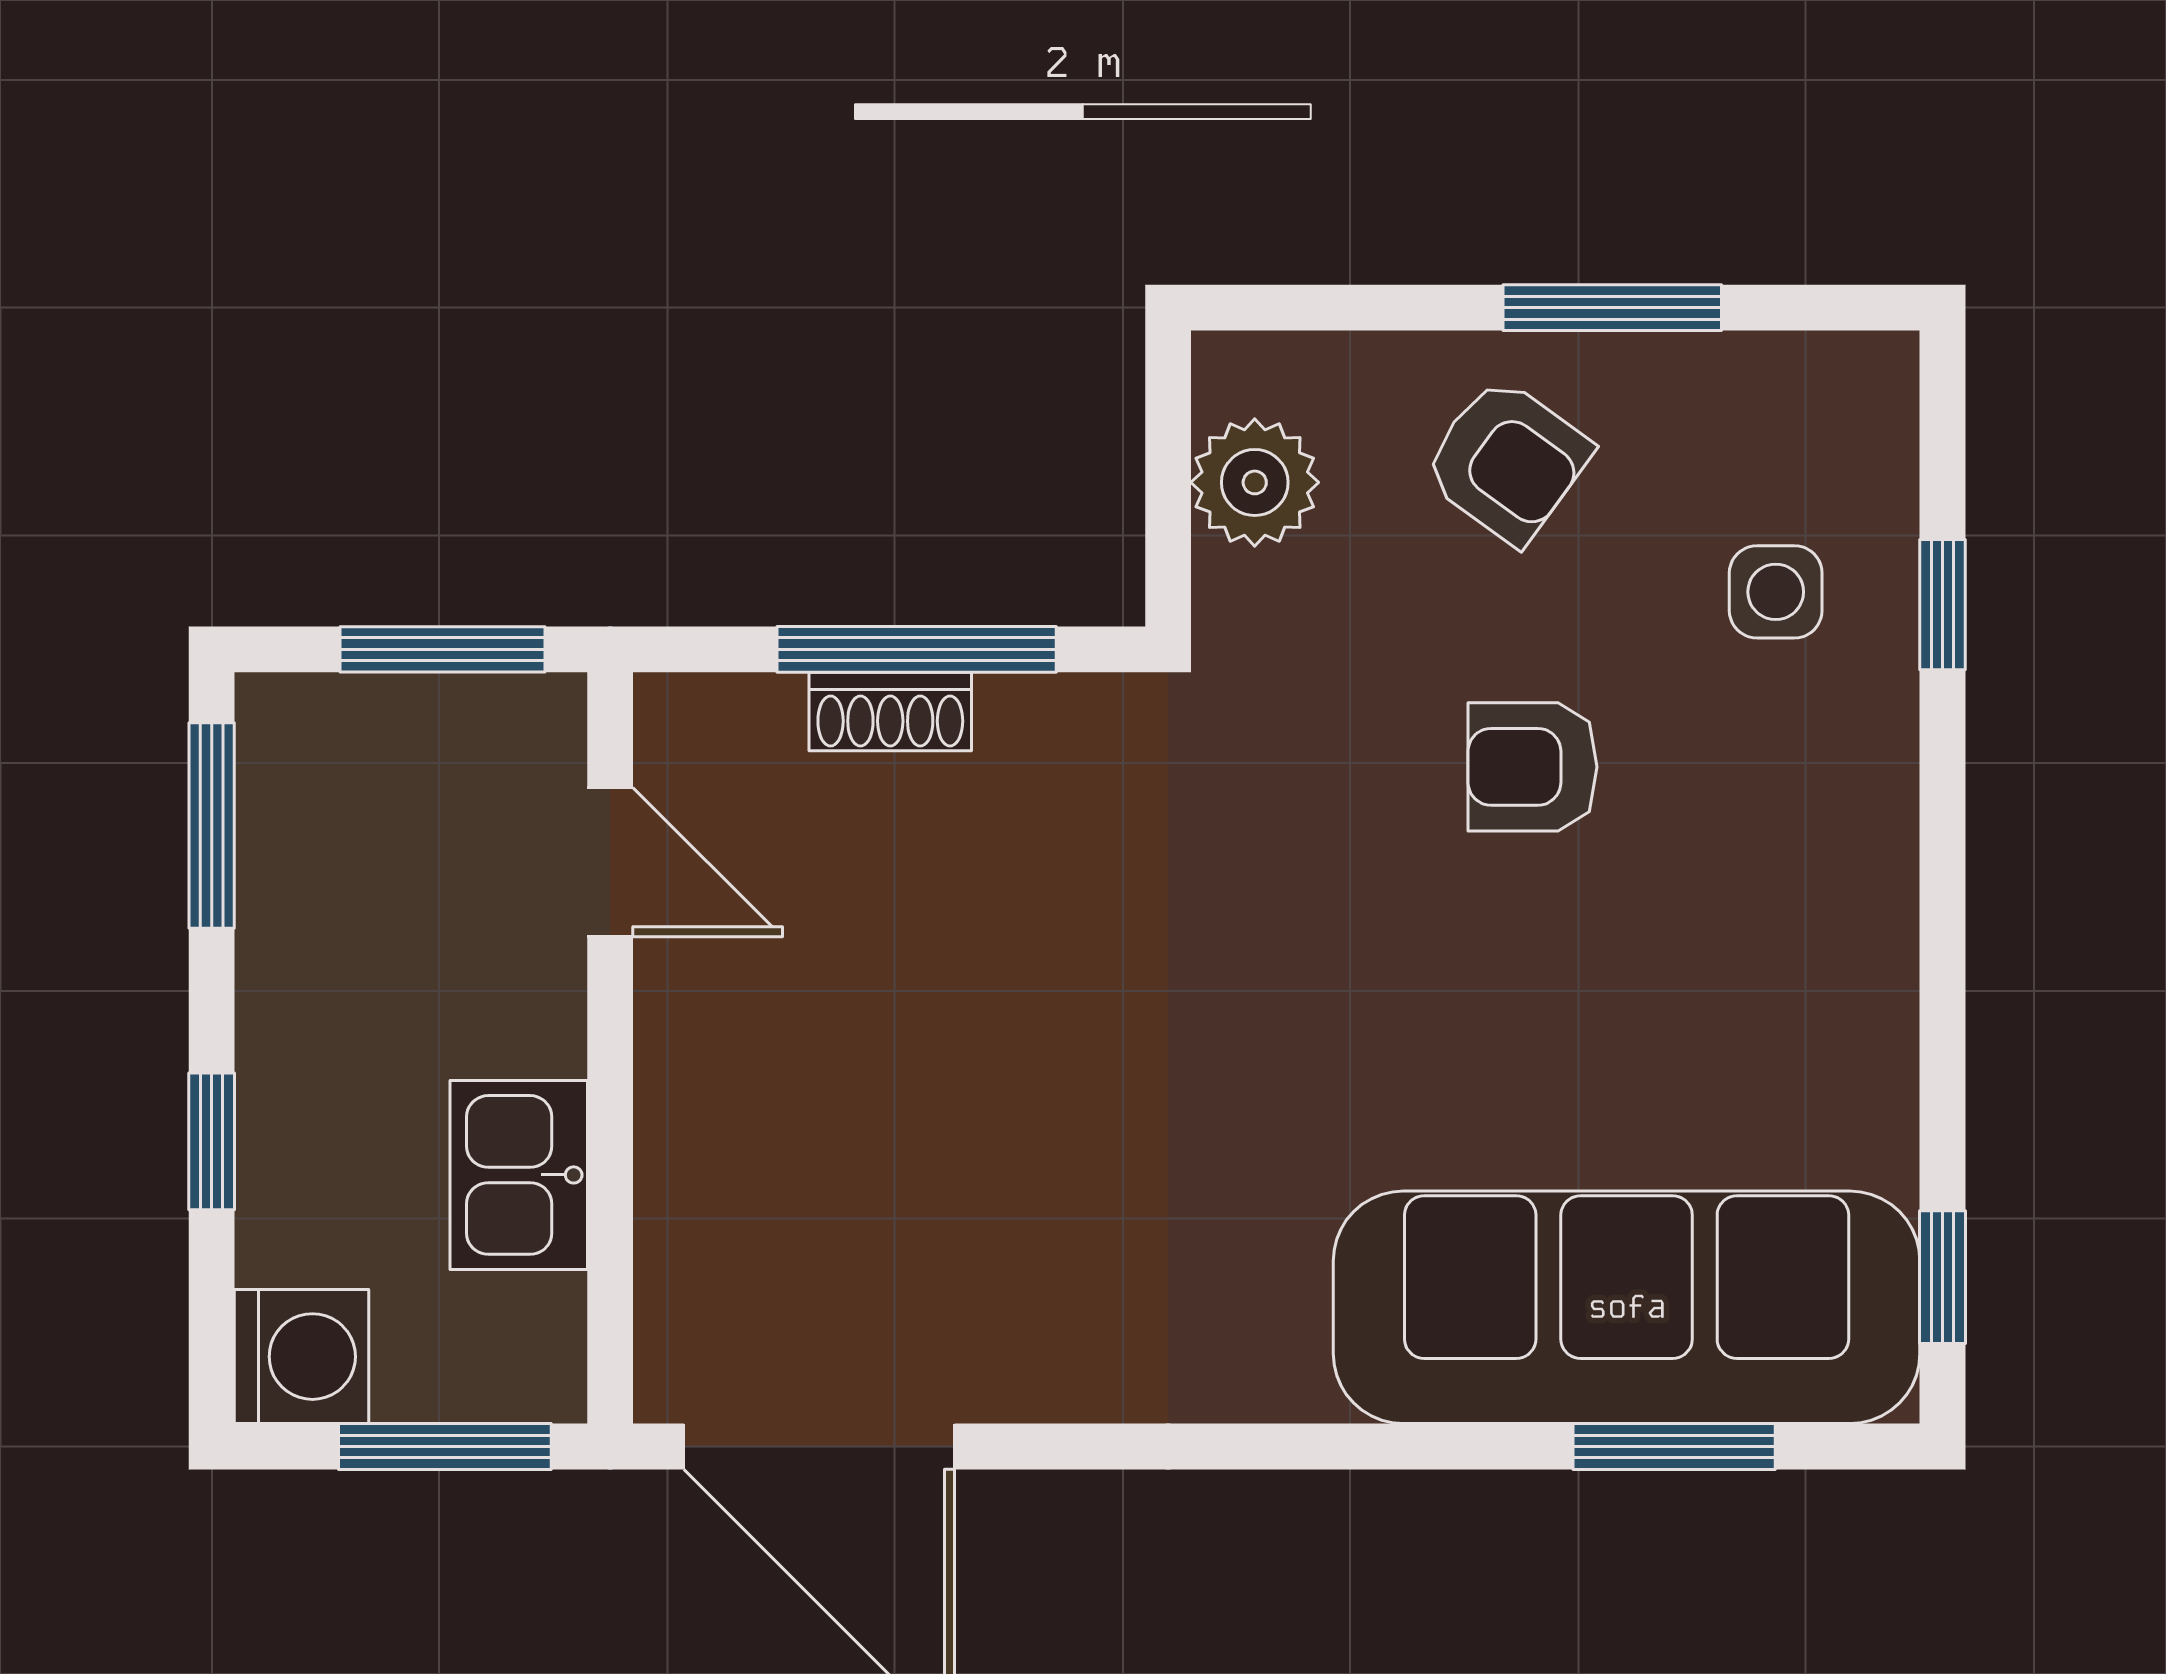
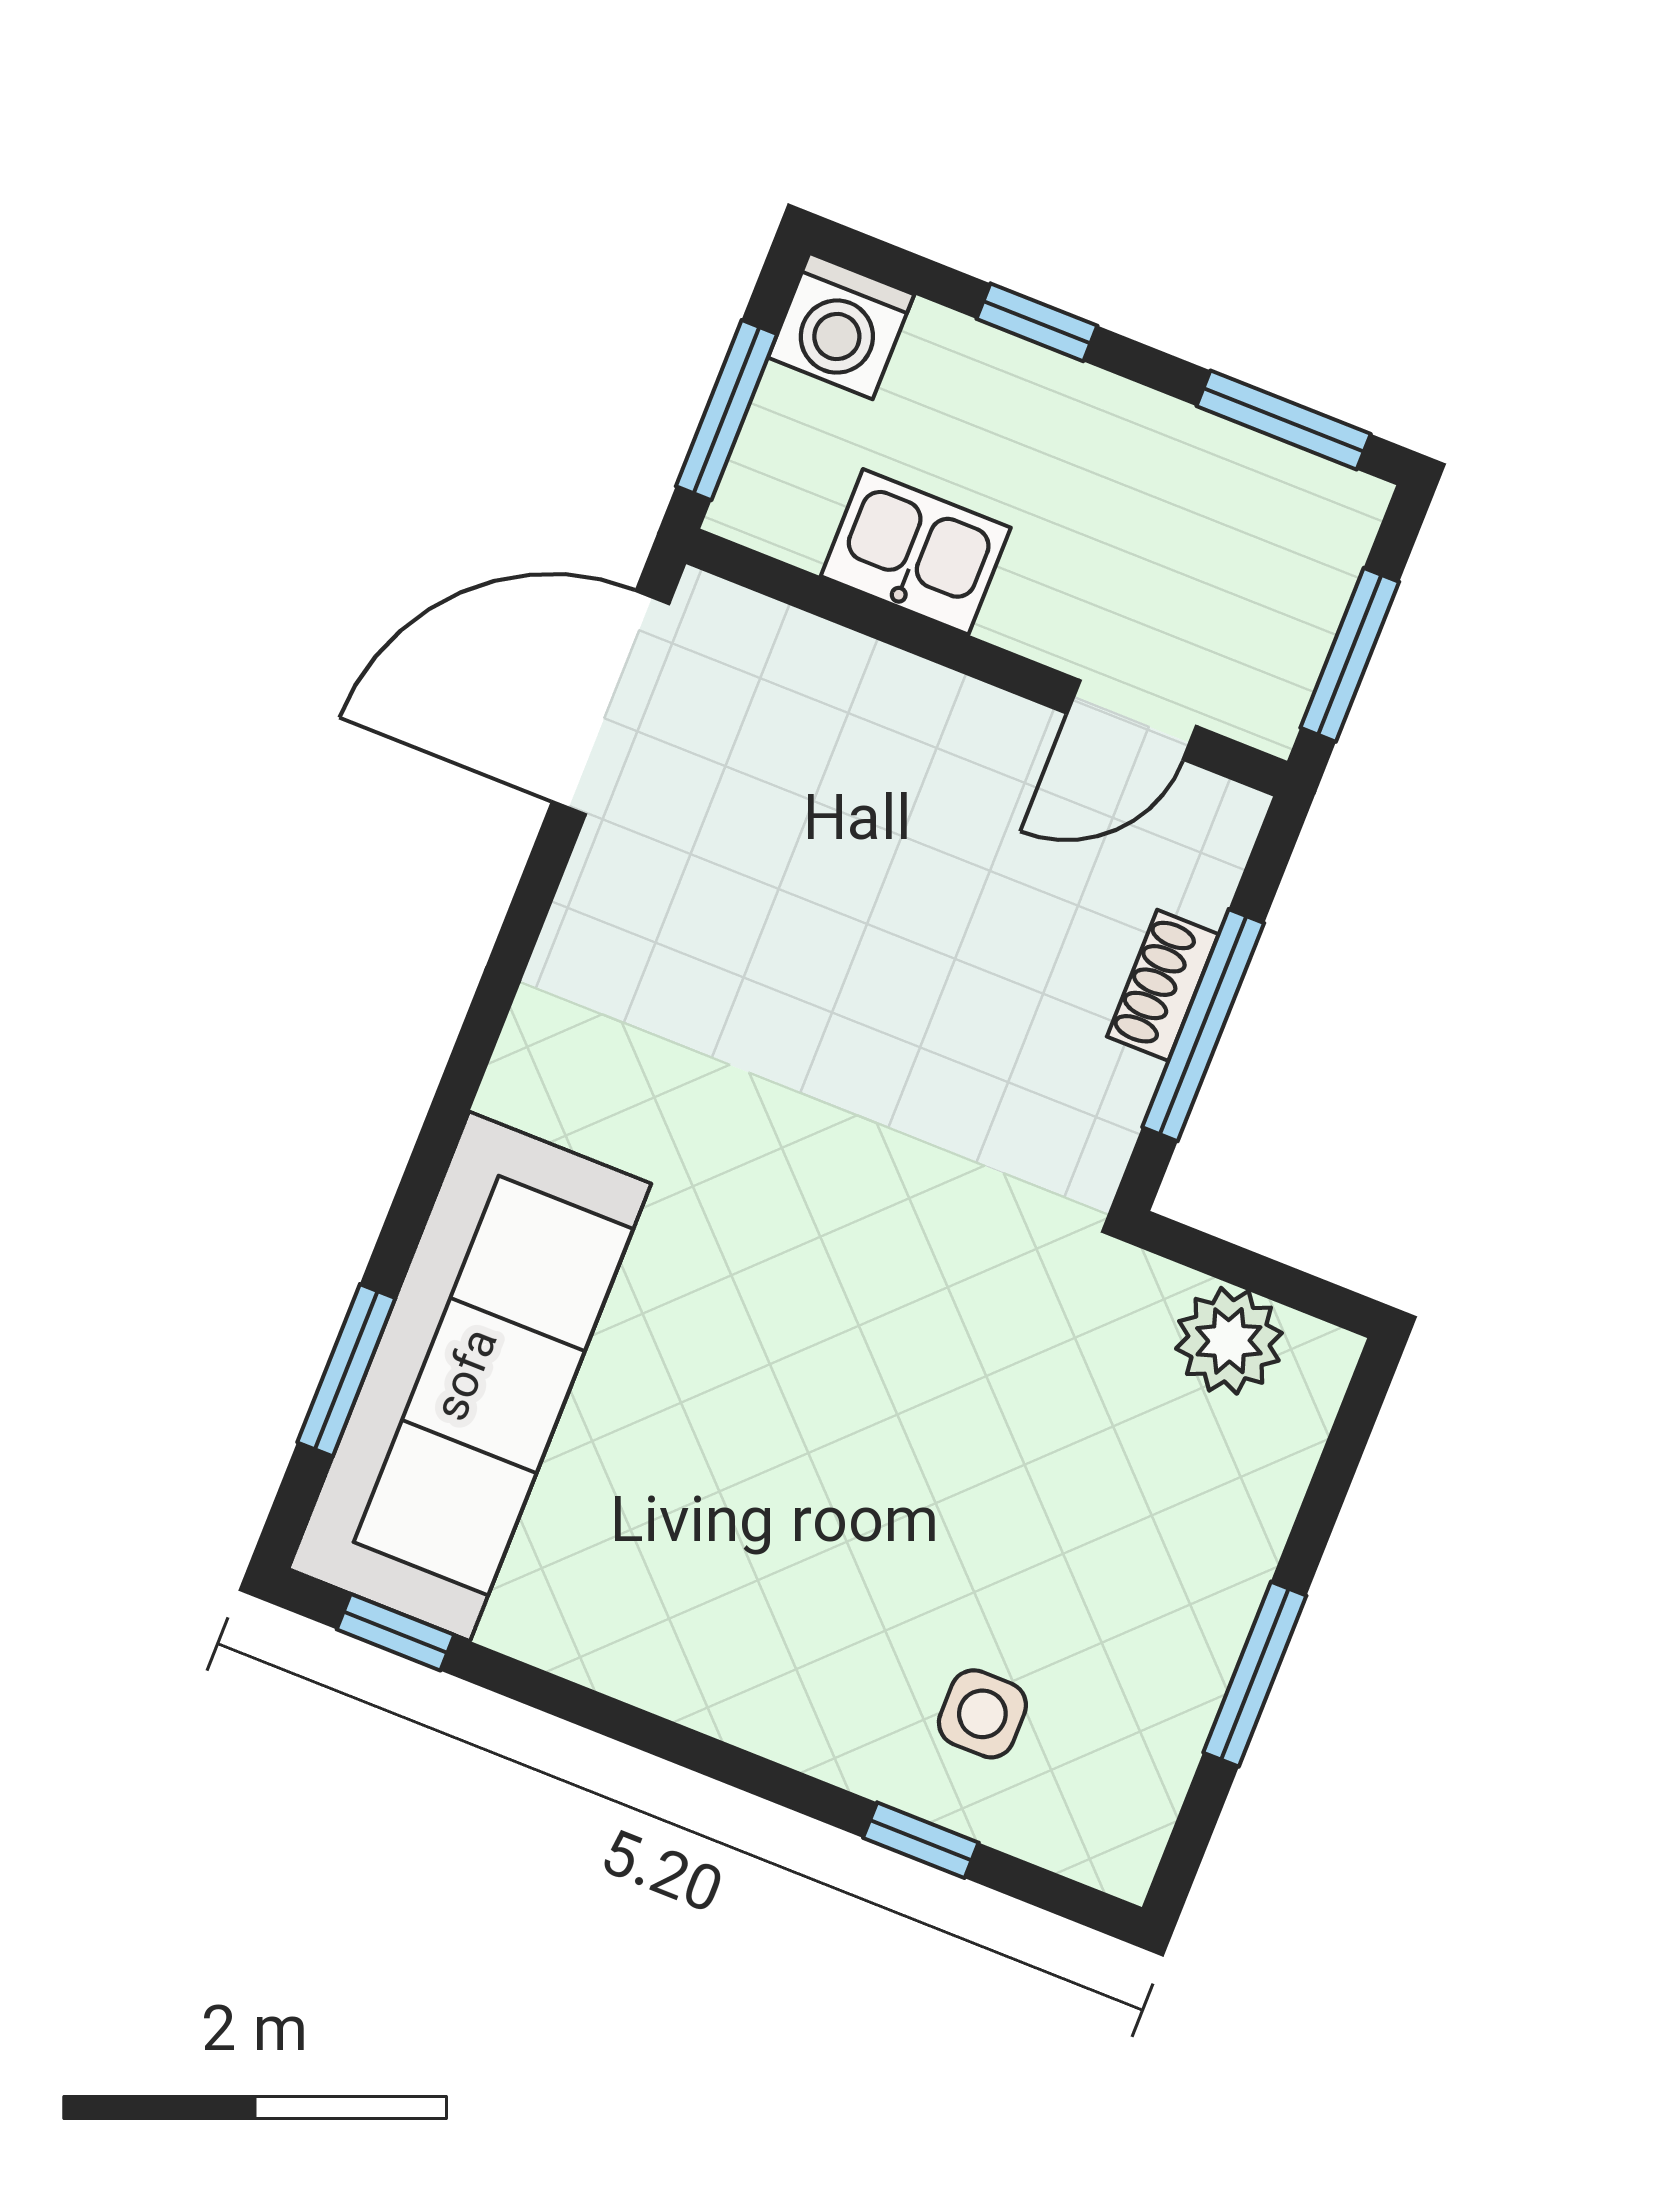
armchair: (1507, 461) -> (1168, 1544), removed
armchair: (1532, 767) -> (921, 1470), removed

